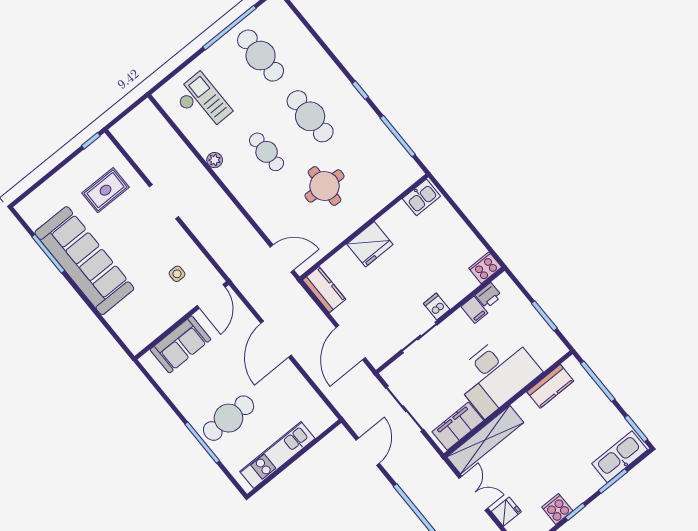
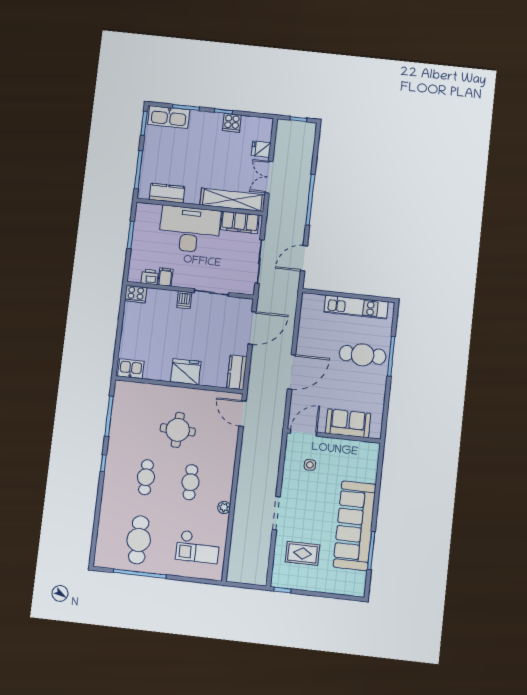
checkout: (202, 103) -> (198, 547), turned -90
cafe table: (310, 116) -> (146, 477), width x0.73, depth x0.74

